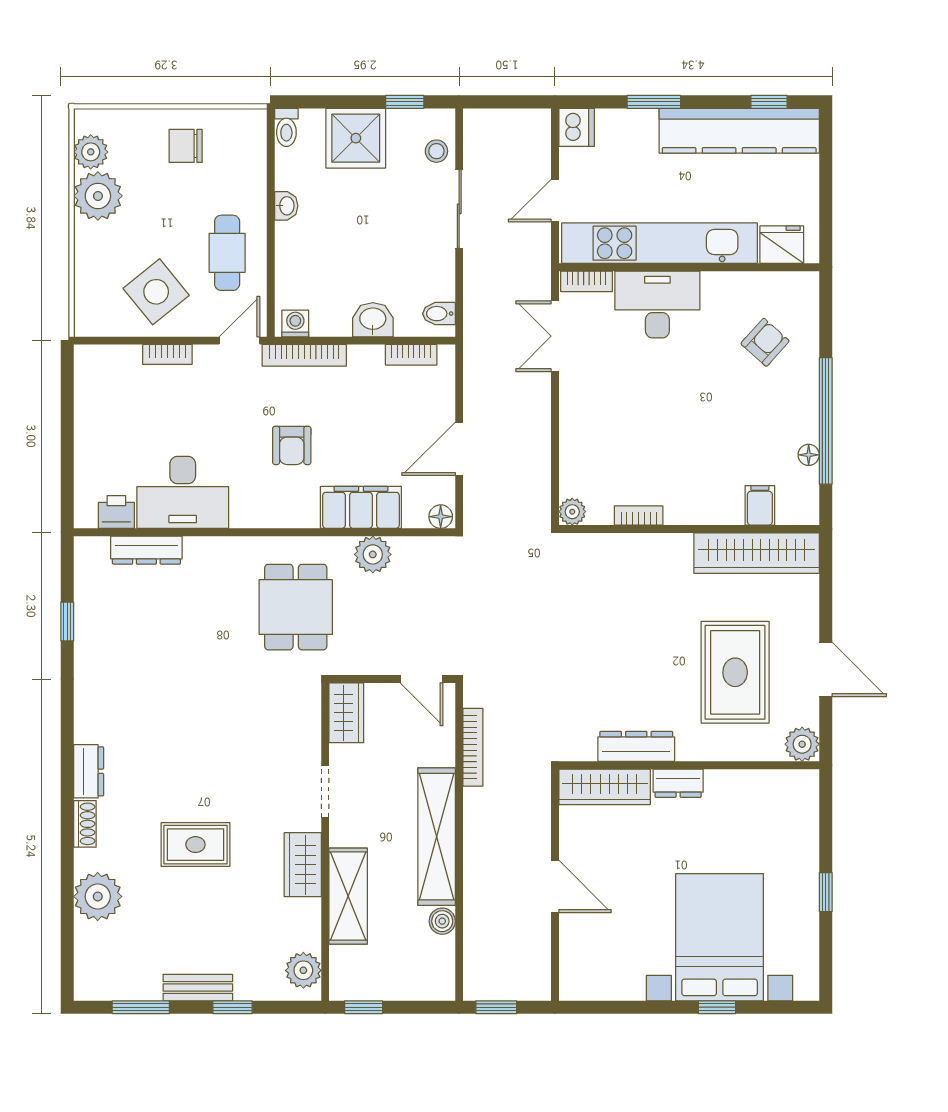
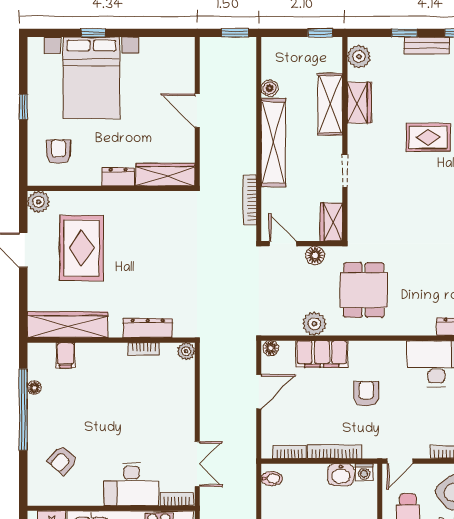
washbasin: (373, 320) -> (341, 475), moved
bookcase: (304, 355) -> (335, 452), moved
floor lamp: (372, 661) -> (315, 255), added
dresser: (636, 746) -> (148, 328), moved, turned 180
armchair: (771, 822) -> (59, 152), added
wardrobe: (303, 865) -> (359, 103), moved

